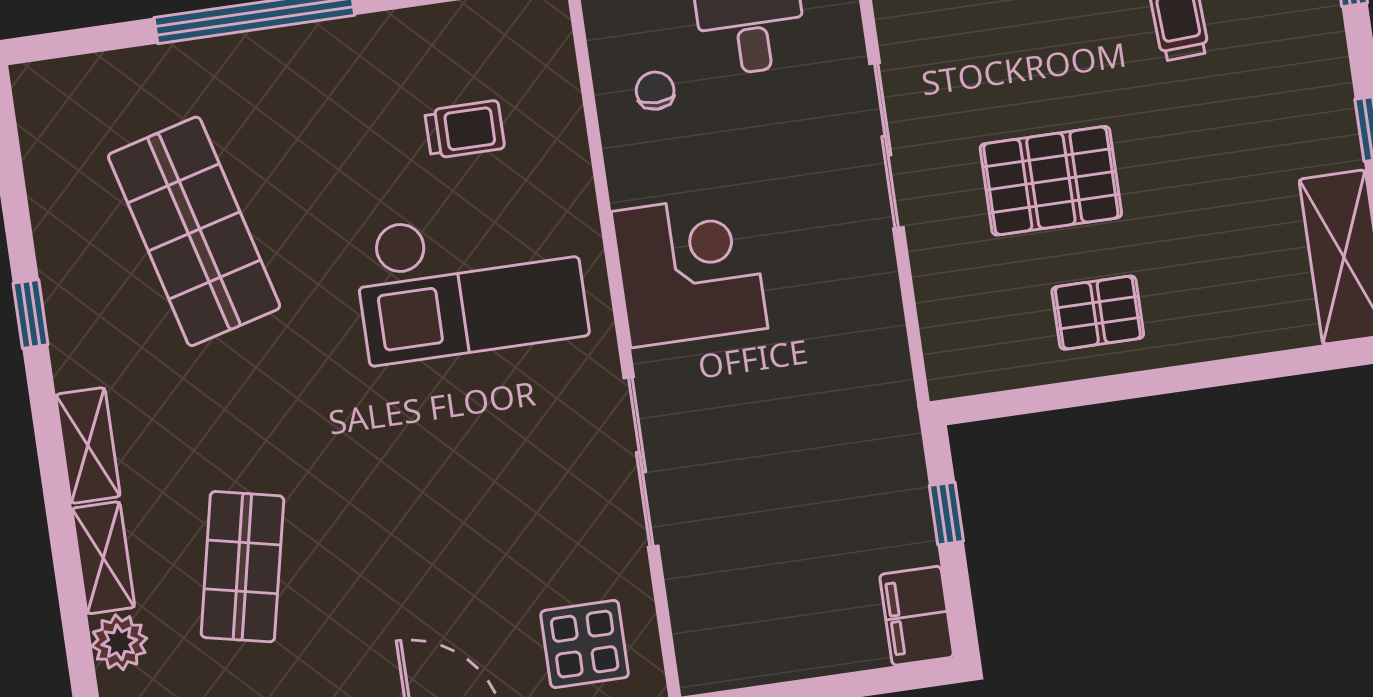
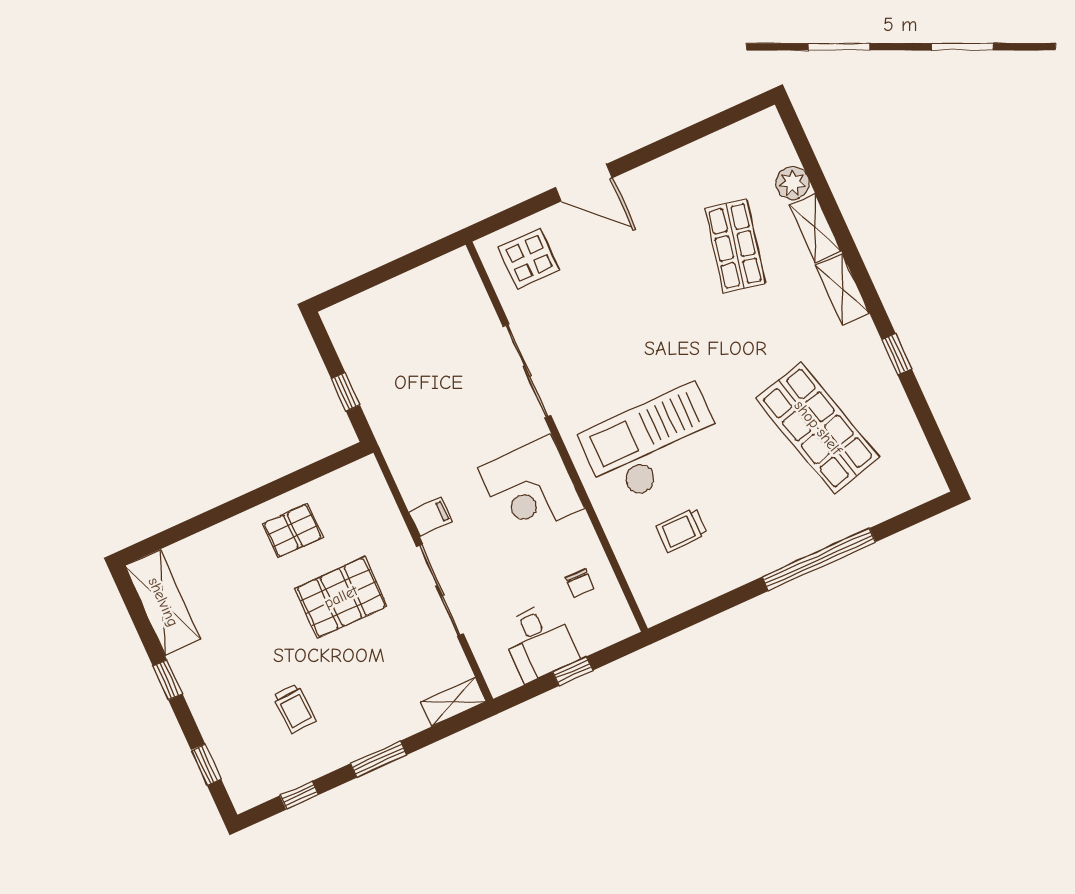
filing cabinet: (917, 616) -> (431, 517), moved, width x0.50

